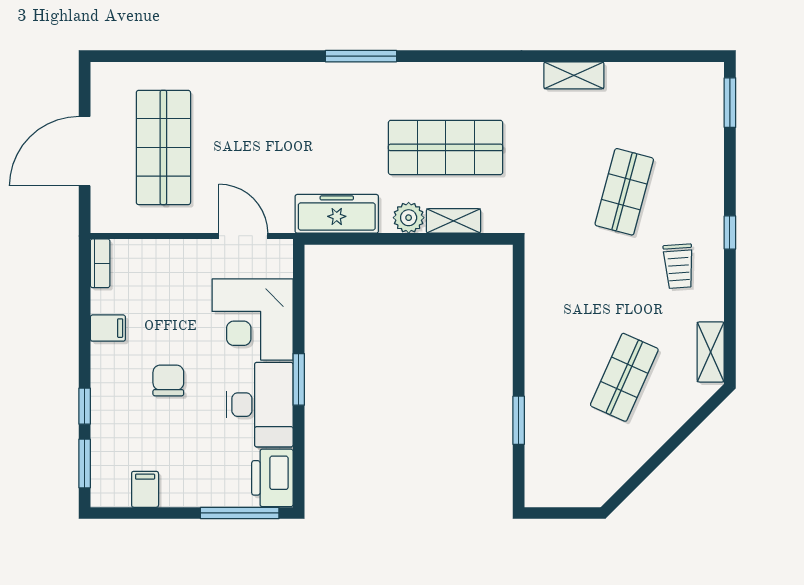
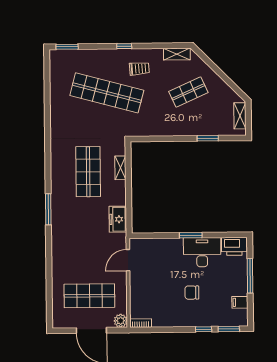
shelving: (574, 75) -> (240, 116), moved
shop shelf: (624, 192) -> (107, 93), width x2.00, depth x1.36
freezer: (337, 214) -> (118, 219), width x0.71
plant: (409, 218) -> (121, 321), moved
corner desk: (253, 320) -> (165, 256), removed
filing cabinet: (108, 328) -> (169, 319), removed
shop shelf: (624, 377) -> (188, 92), turned -48
window: (240, 513) -> (250, 276), moved

